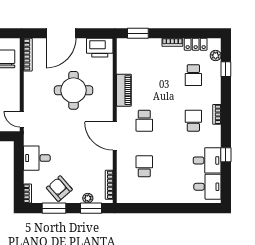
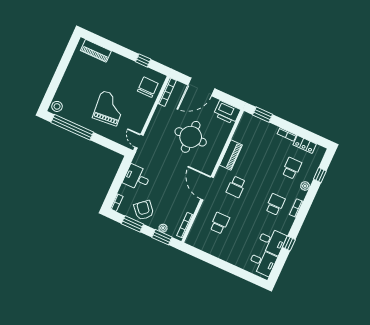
plant: (216, 56) -> (305, 186), moved
school desk: (193, 75) -> (292, 168), turned 180

